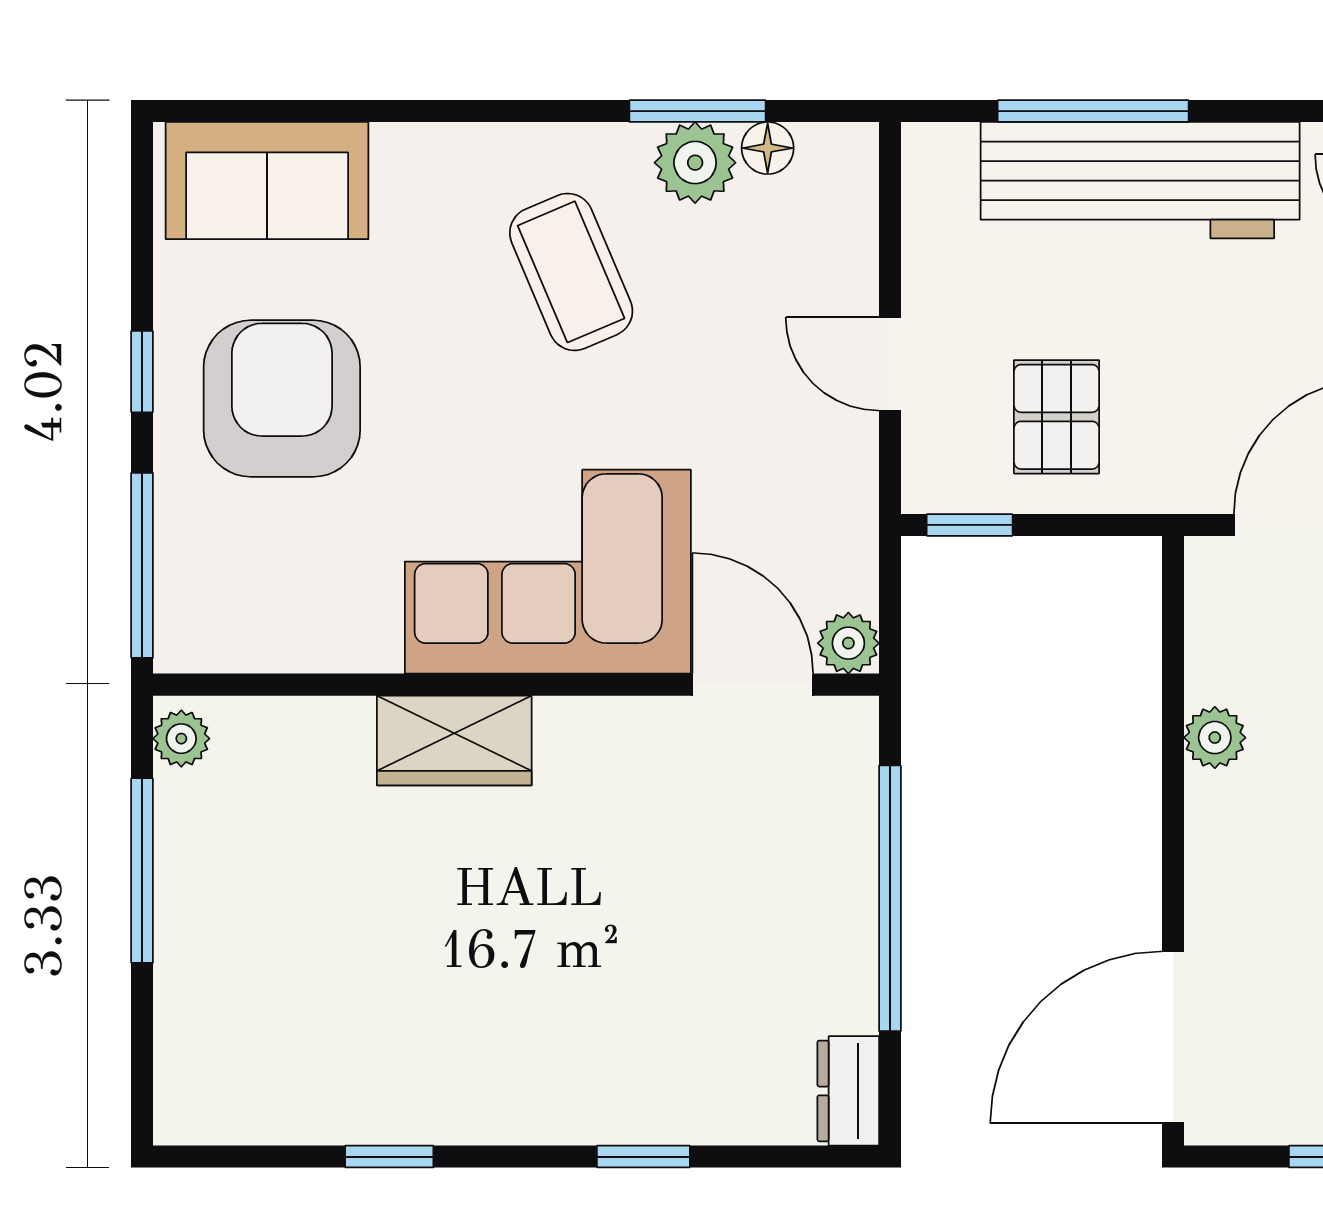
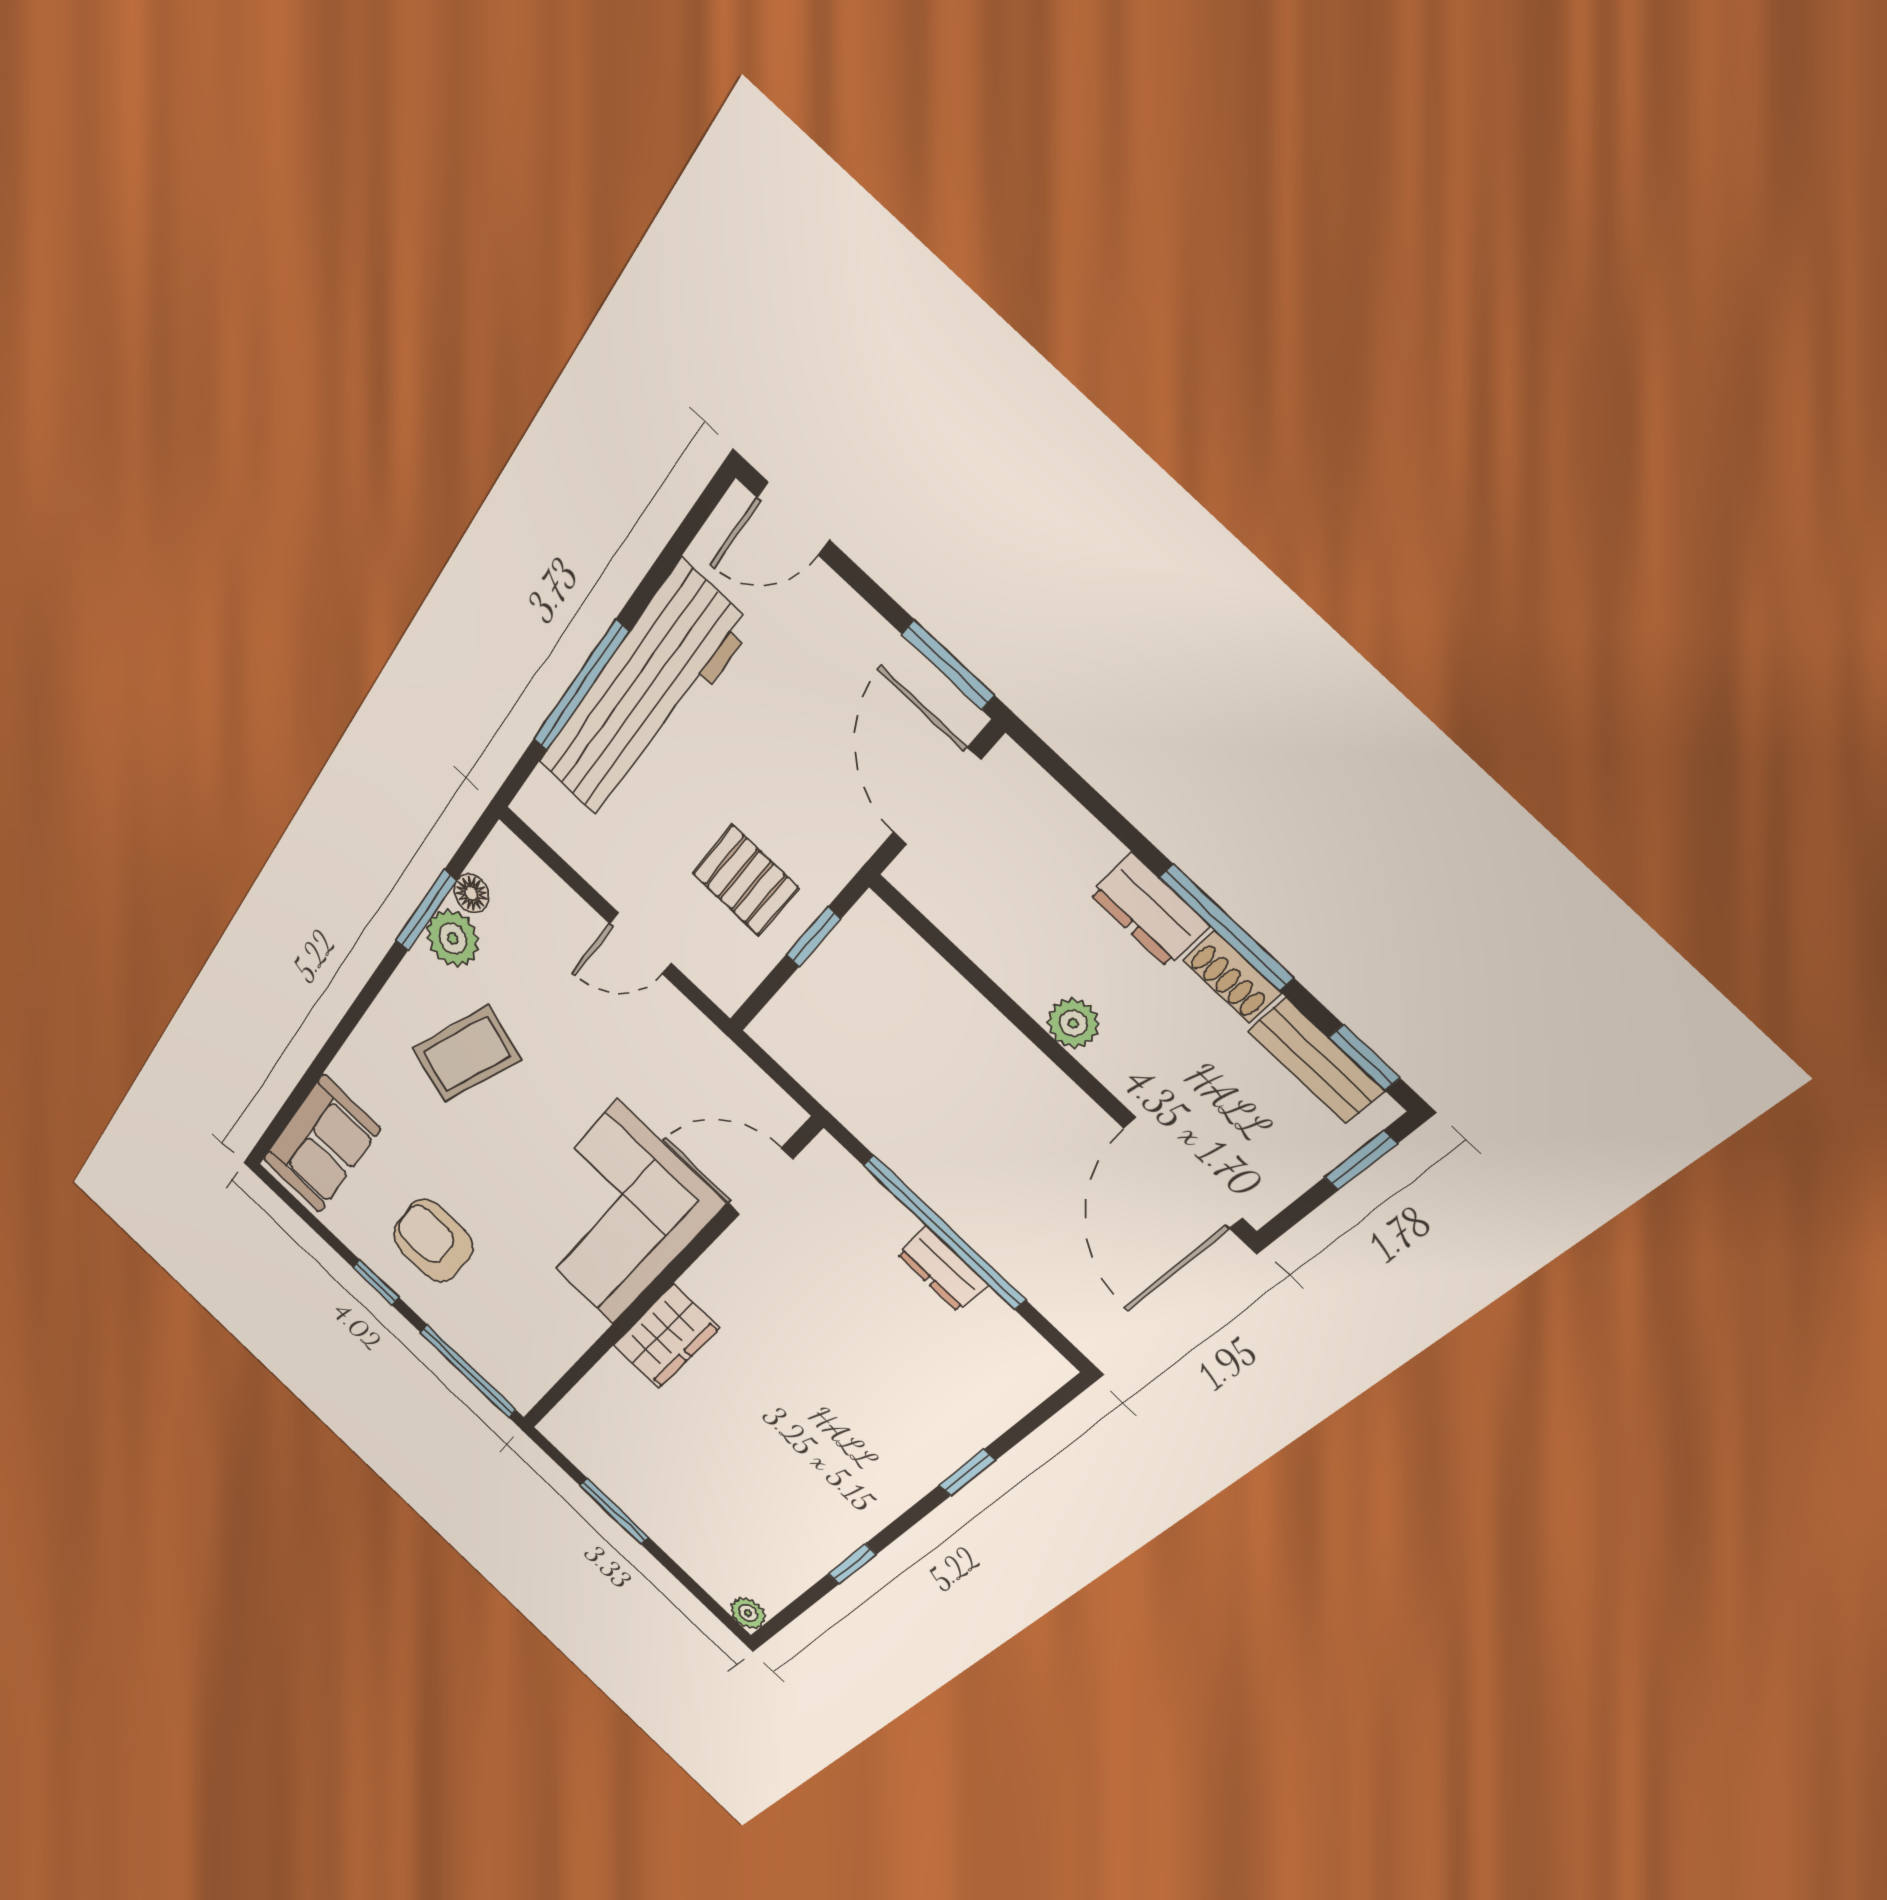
coffee table: (571, 272) -> (466, 1054), turned -48
armchair: (282, 399) -> (433, 1241), width x0.73, depth x0.73
window: (970, 525) -> (813, 937), moved
plant: (848, 643) -> (780, 1114), removed
plant: (1215, 738) -> (1073, 1023), moved
plant: (181, 739) -> (748, 1613), moved
window: (142, 871) -> (614, 1511), width x0.69
dresser: (848, 1091) -> (942, 1269), moved

